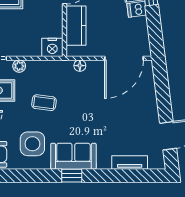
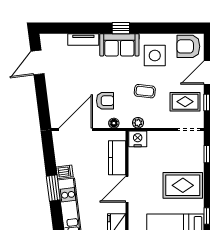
plant: (19, 66) -> (138, 123), moved
armchair: (90, 92) -> (105, 101), added
tv unit: (130, 162) -> (83, 39), moved

